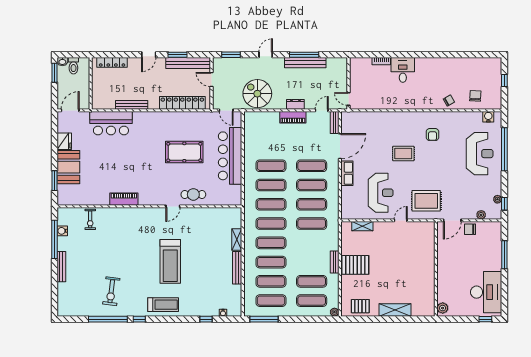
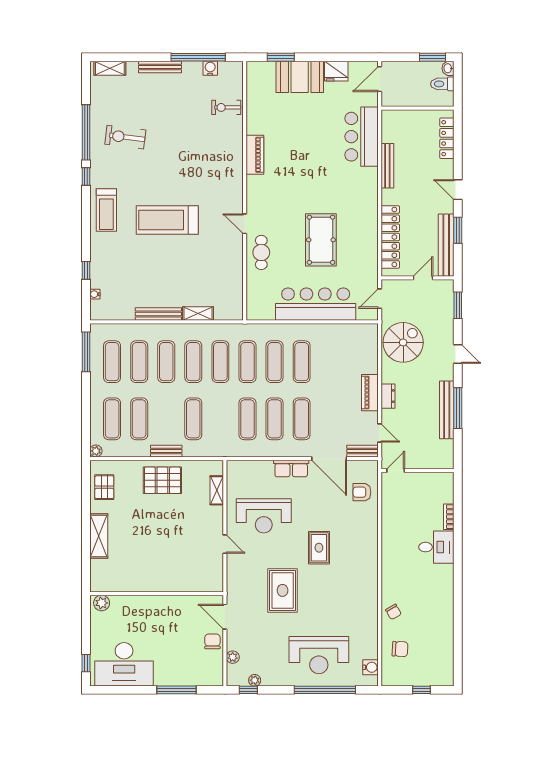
door: (70, 110) -> (380, 79), swing flipped
armchair: (432, 135) -> (362, 492), moved
rug: (426, 201) -> (283, 590), moved
exercise mat: (312, 224) -> (193, 419), moved
pallet: (355, 265) -> (162, 480), turned 90
shelving: (62, 302) -> (110, 68), added

